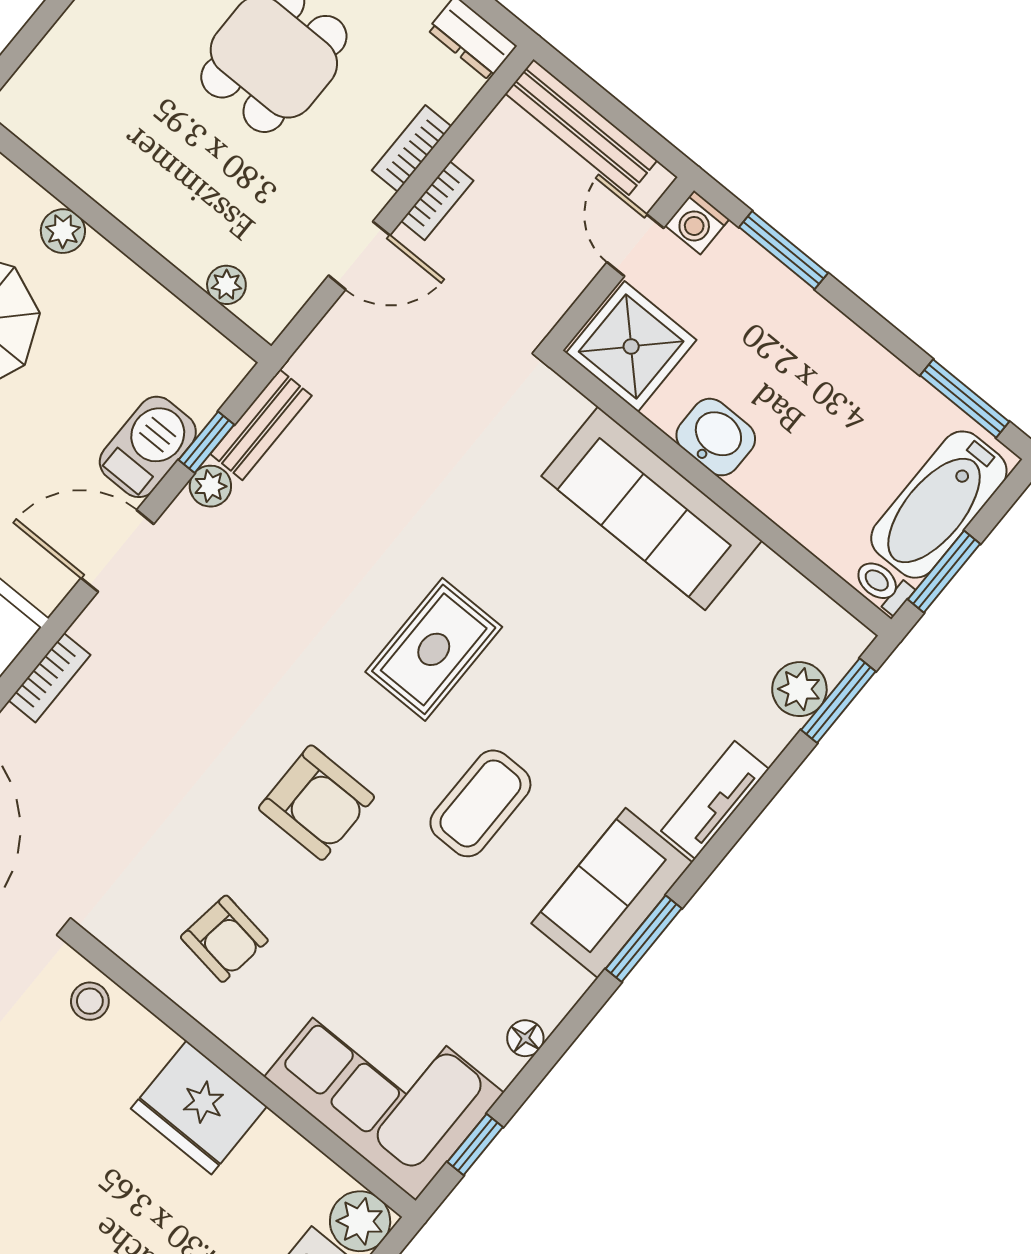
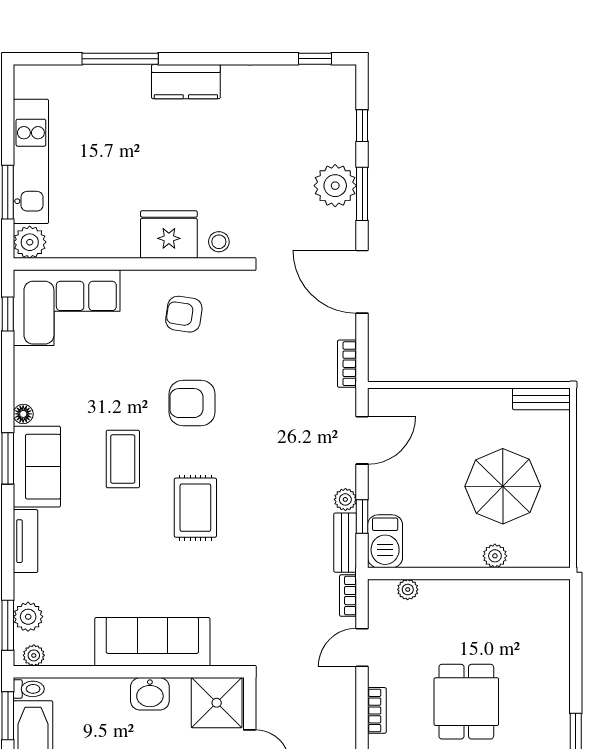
bookcase: (437, 201) -> (348, 596), moved
barbecue: (148, 447) -> (385, 541), moved
plant: (837, 627) -> (34, 655), added
floor lamp: (525, 1038) -> (23, 414), moved
fridge: (199, 1108) -> (169, 235), moved

